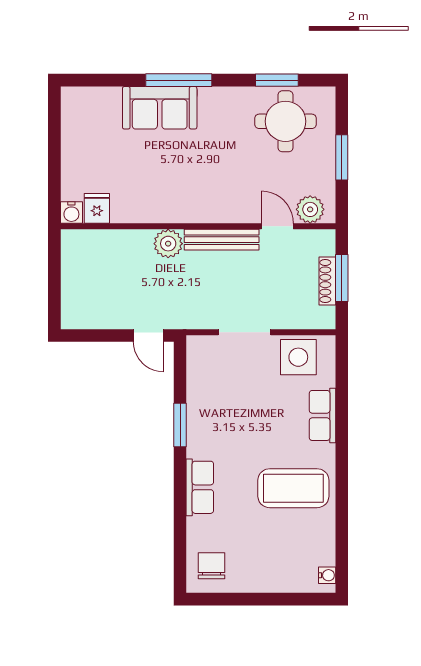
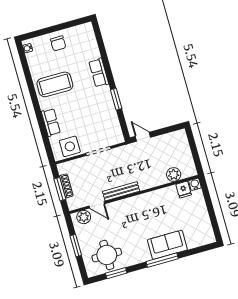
plant: (168, 244) -> (174, 175), moved
chair: (212, 566) -> (58, 43), moved

